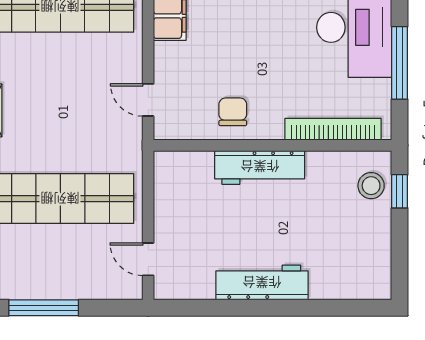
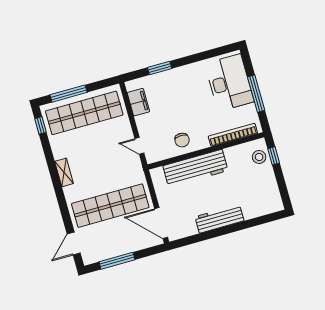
chair: (233, 112) -> (182, 140), turned 180
workbench: (260, 167) -> (195, 168), width x1.36, depth x1.32
door: (148, 259) -> (161, 223), width x1.87

